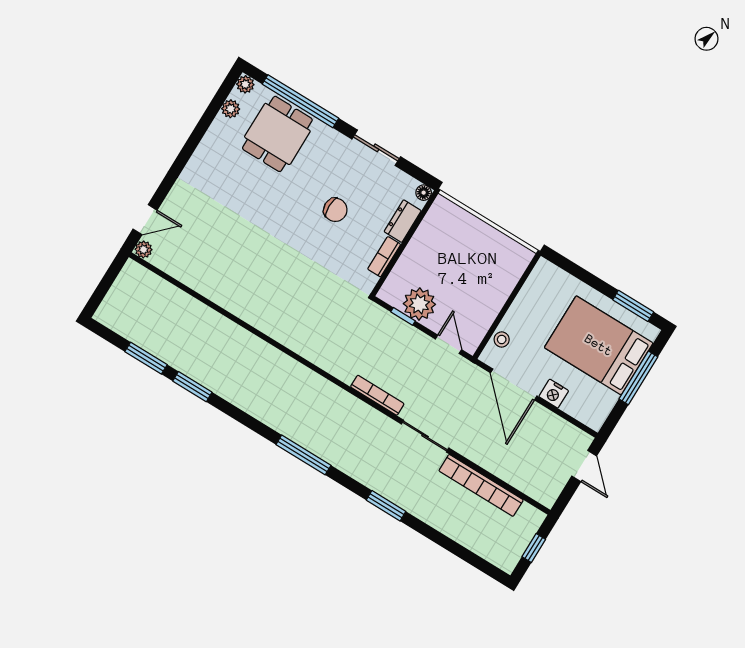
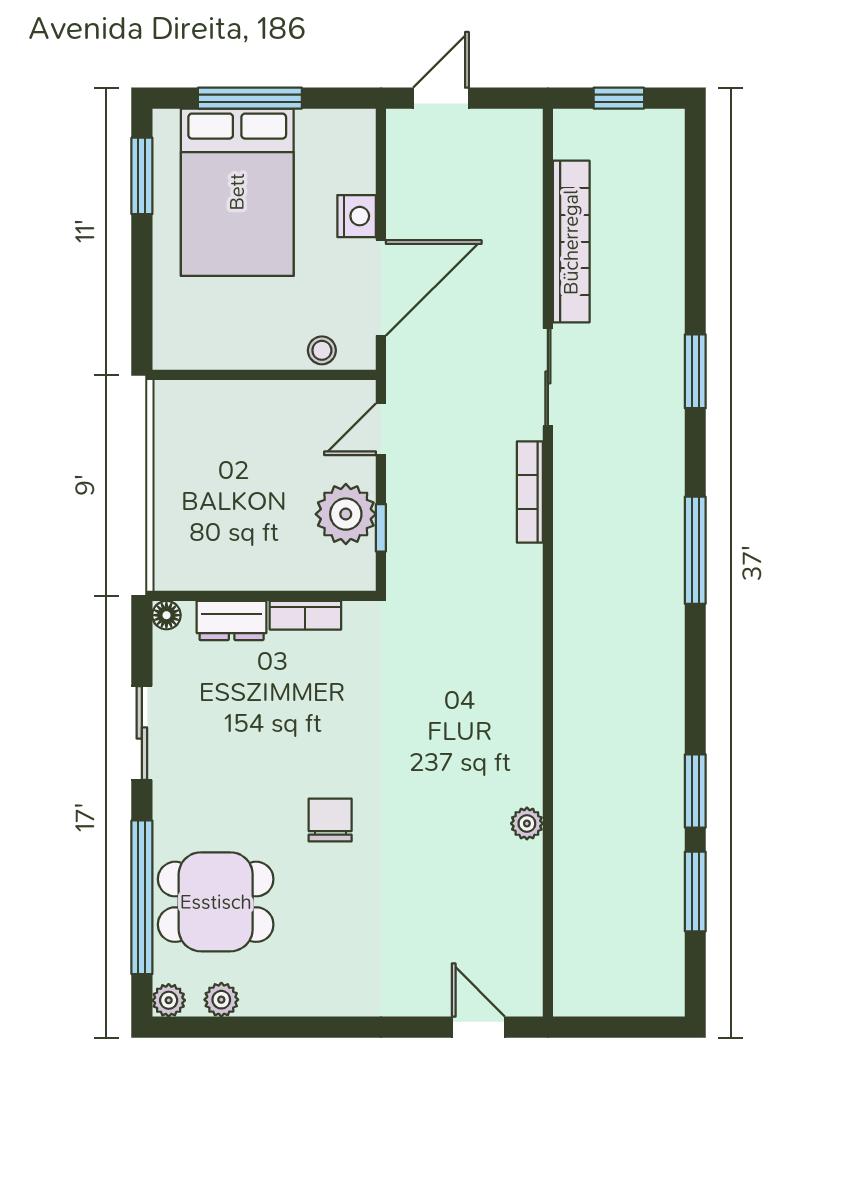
chair: (335, 210) -> (330, 820), moved
plant: (143, 249) -> (527, 823), moved

